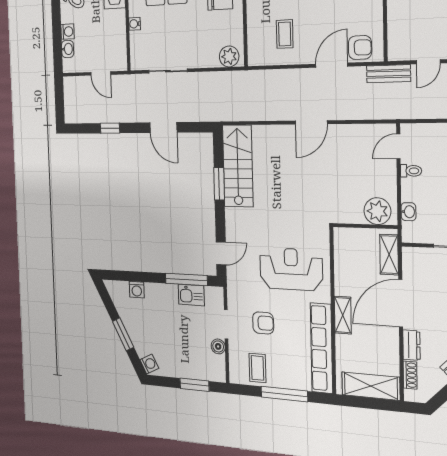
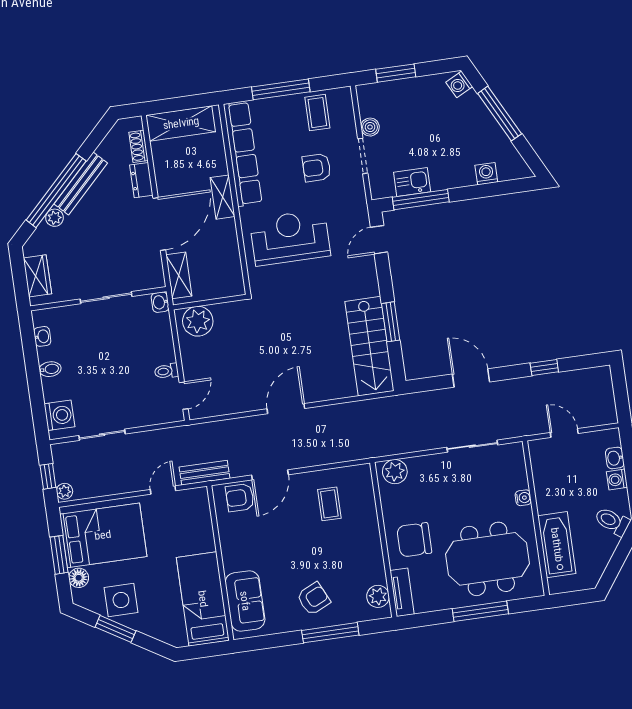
washbasin: (408, 212) -> (160, 302), moved
reception desk: (291, 269) -> (290, 238), turned 180
window: (123, 334) -> (500, 114), width x1.44

